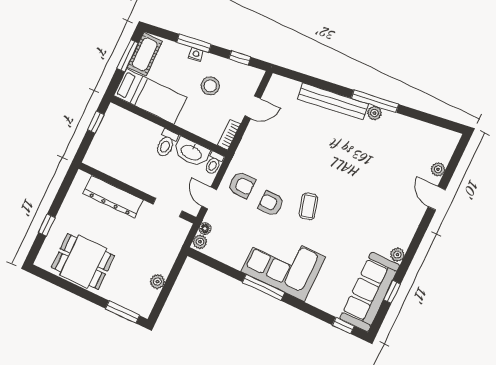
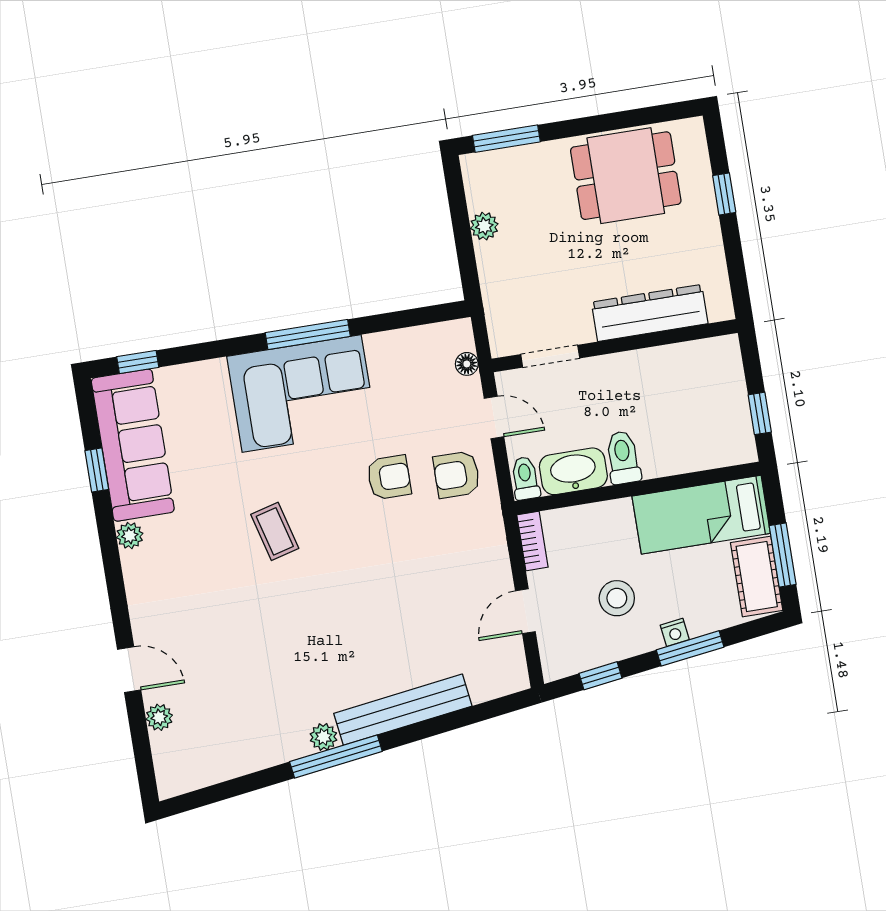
coffee table: (308, 206) -> (275, 531), moved
plant: (200, 242) -> (460, 337), removed

